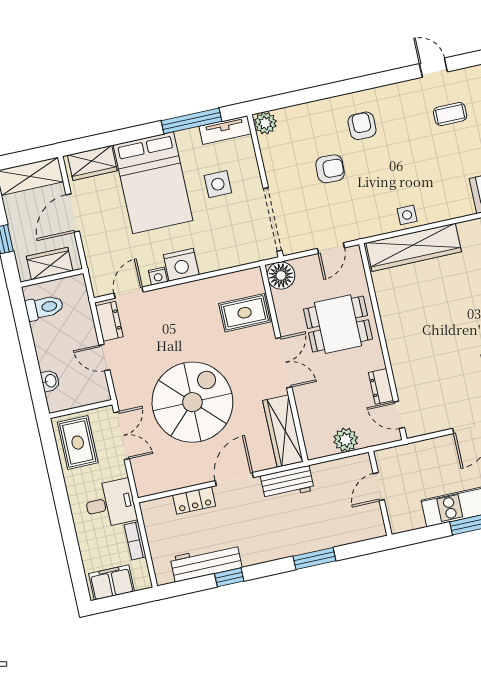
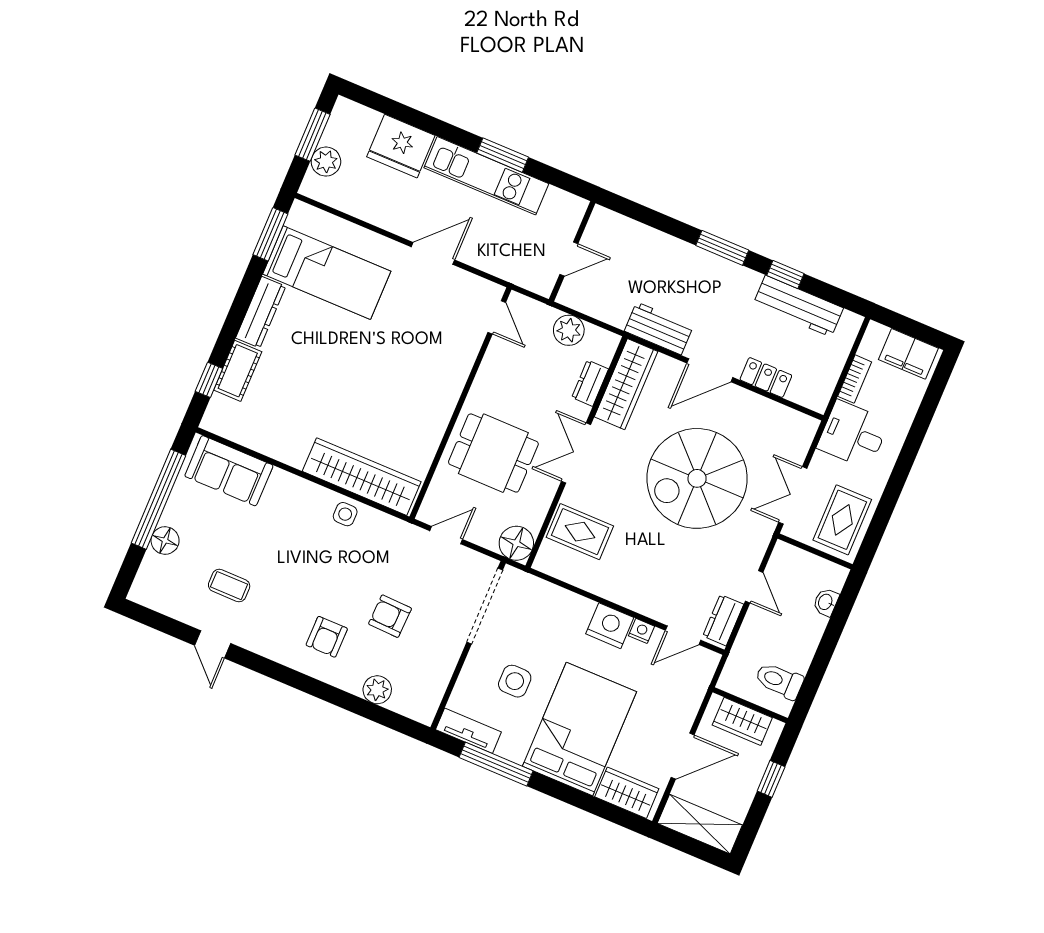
plant: (265, 123) -> (377, 690), moved
dresser: (381, 386) -> (590, 383), moved, turned 180
window: (314, 559) -> (722, 248), moved

